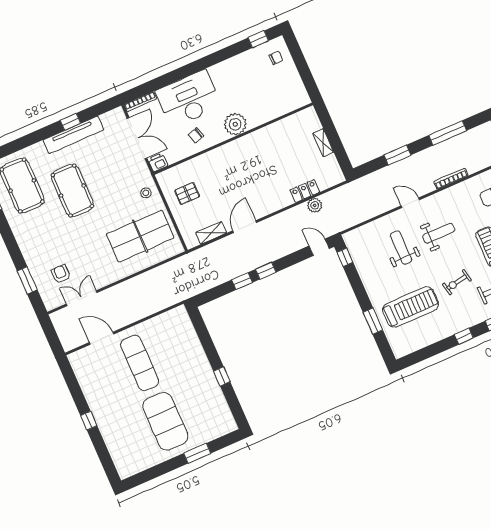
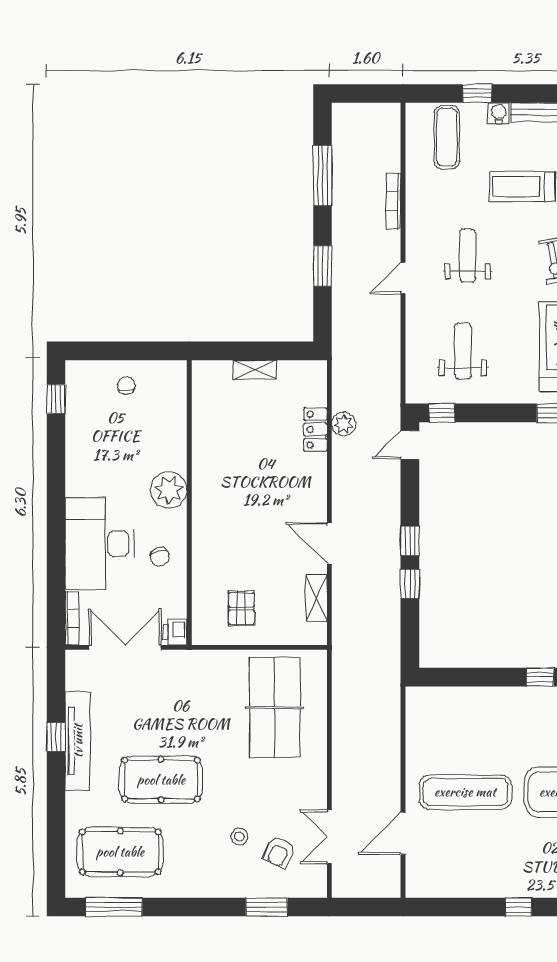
chair: (276, 58) -> (126, 385), moved
stool: (146, 193) -> (239, 836), moved
weight bench: (401, 248) -> (463, 351), moved, turned 90
armchair: (61, 274) -> (279, 852), turned -65

